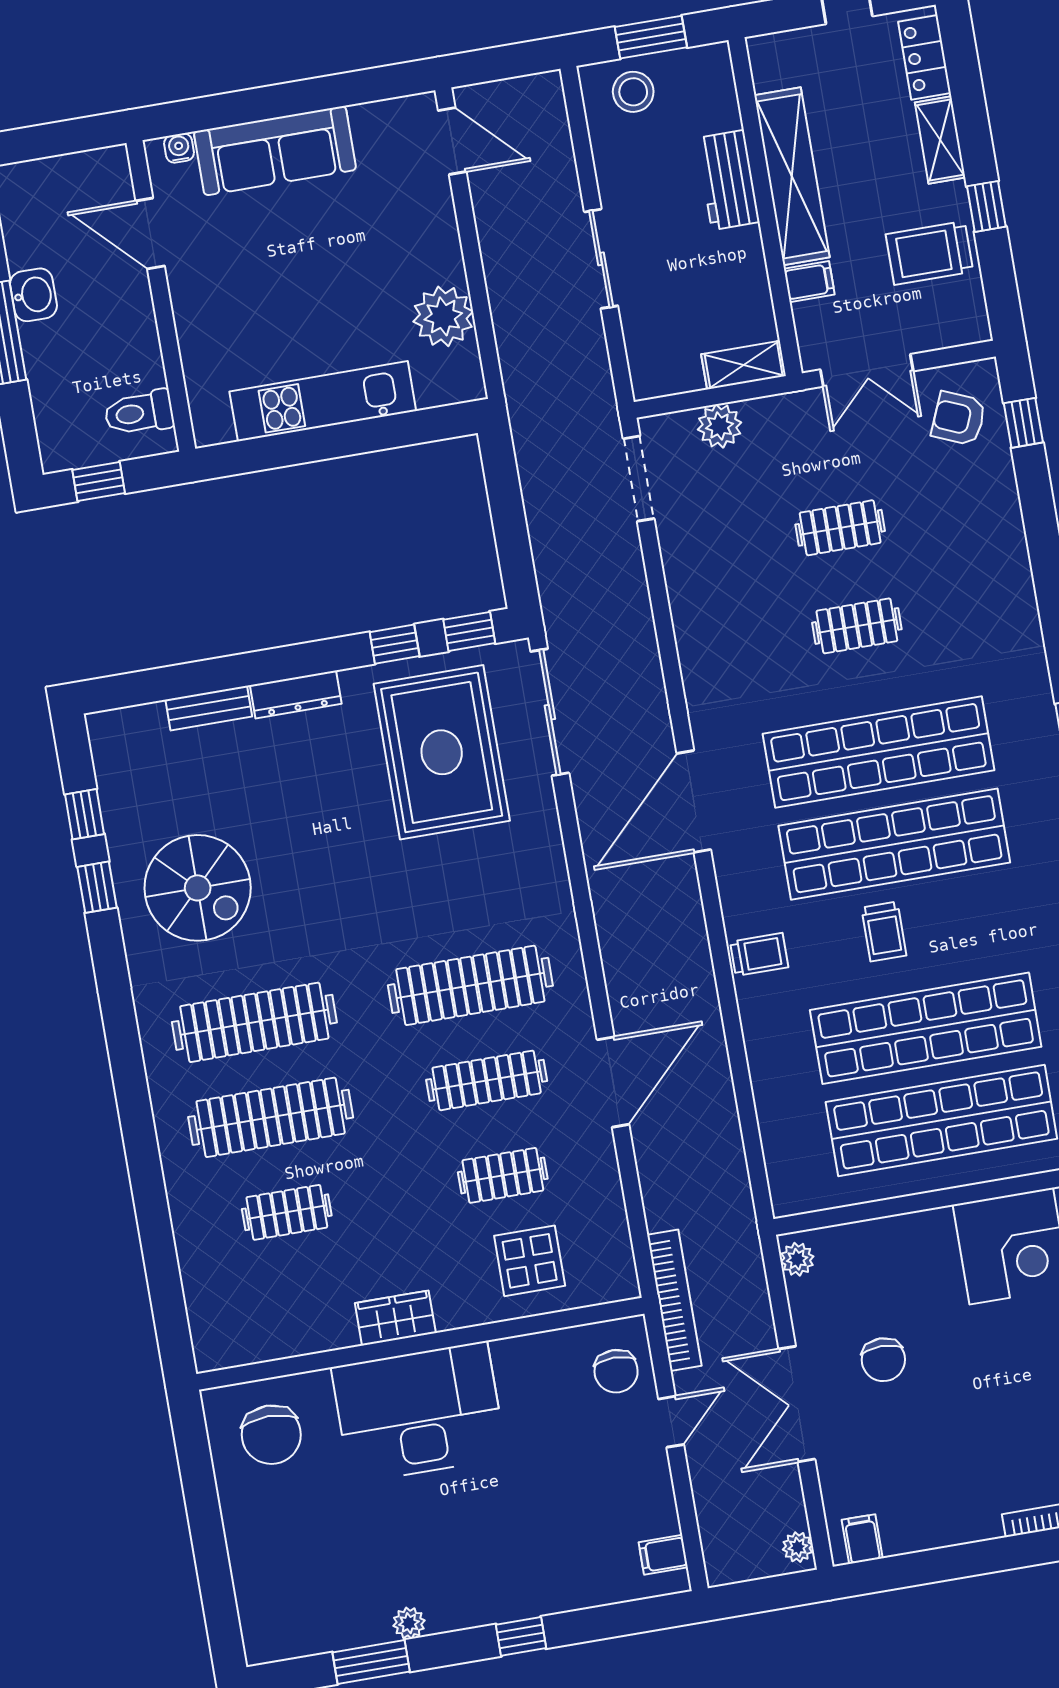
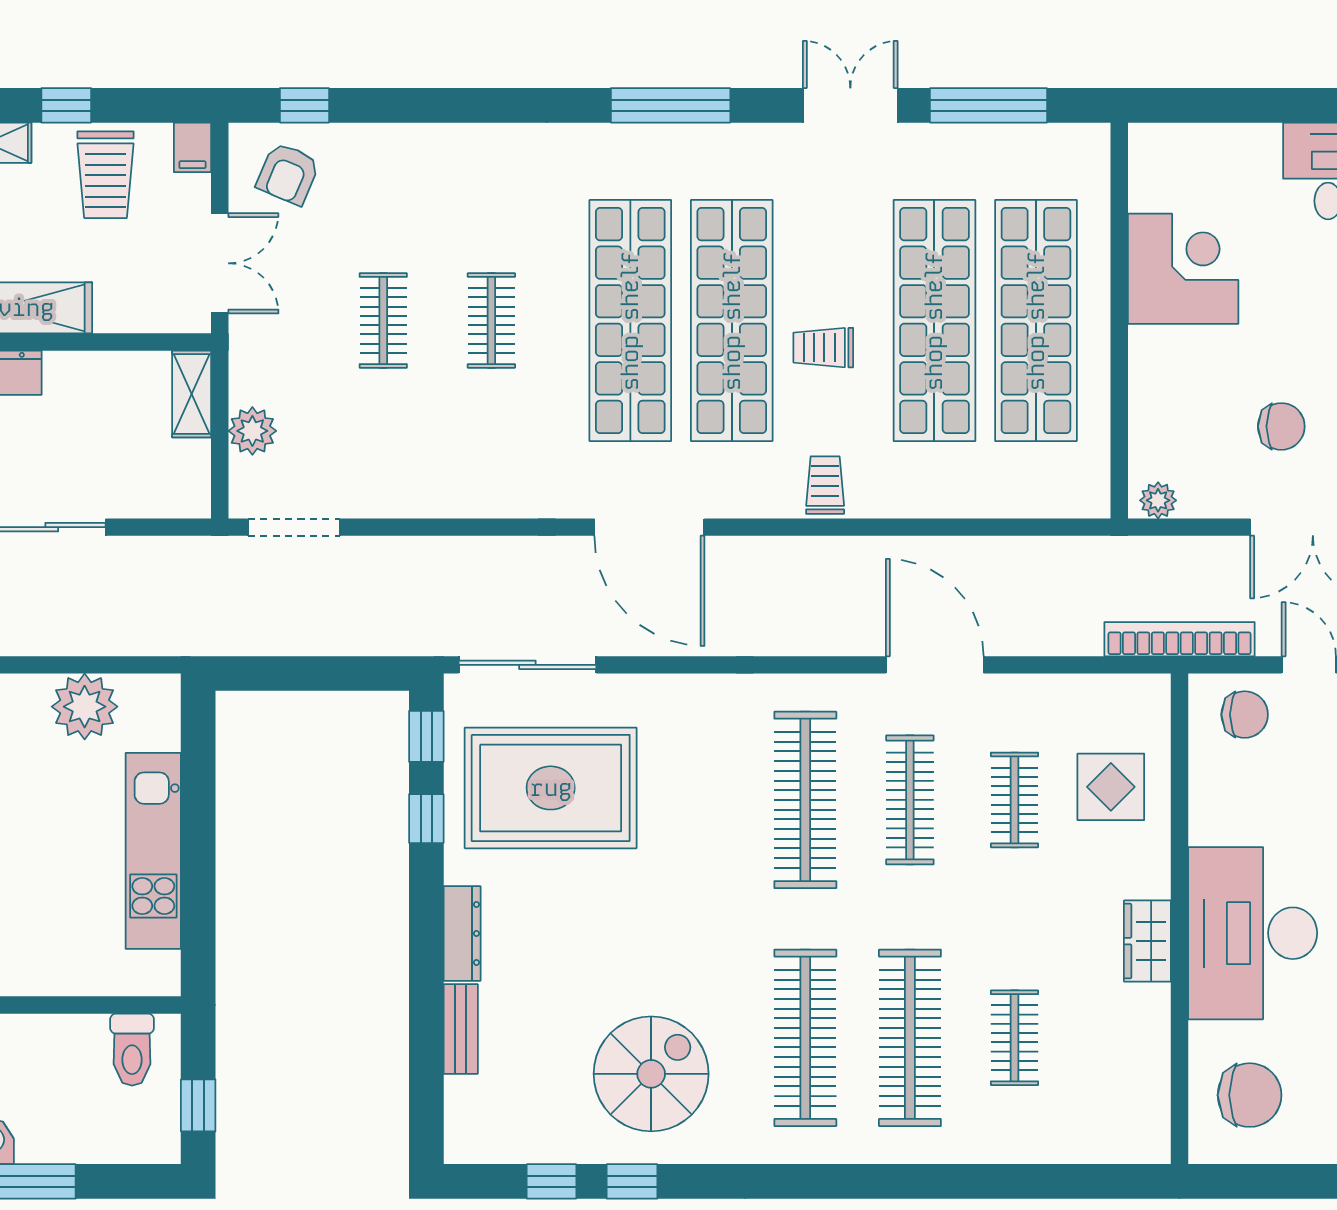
filing cabinet: (809, 282) -> (192, 147), moved, turned 180
trolley: (884, 932) -> (823, 348), turned 180

